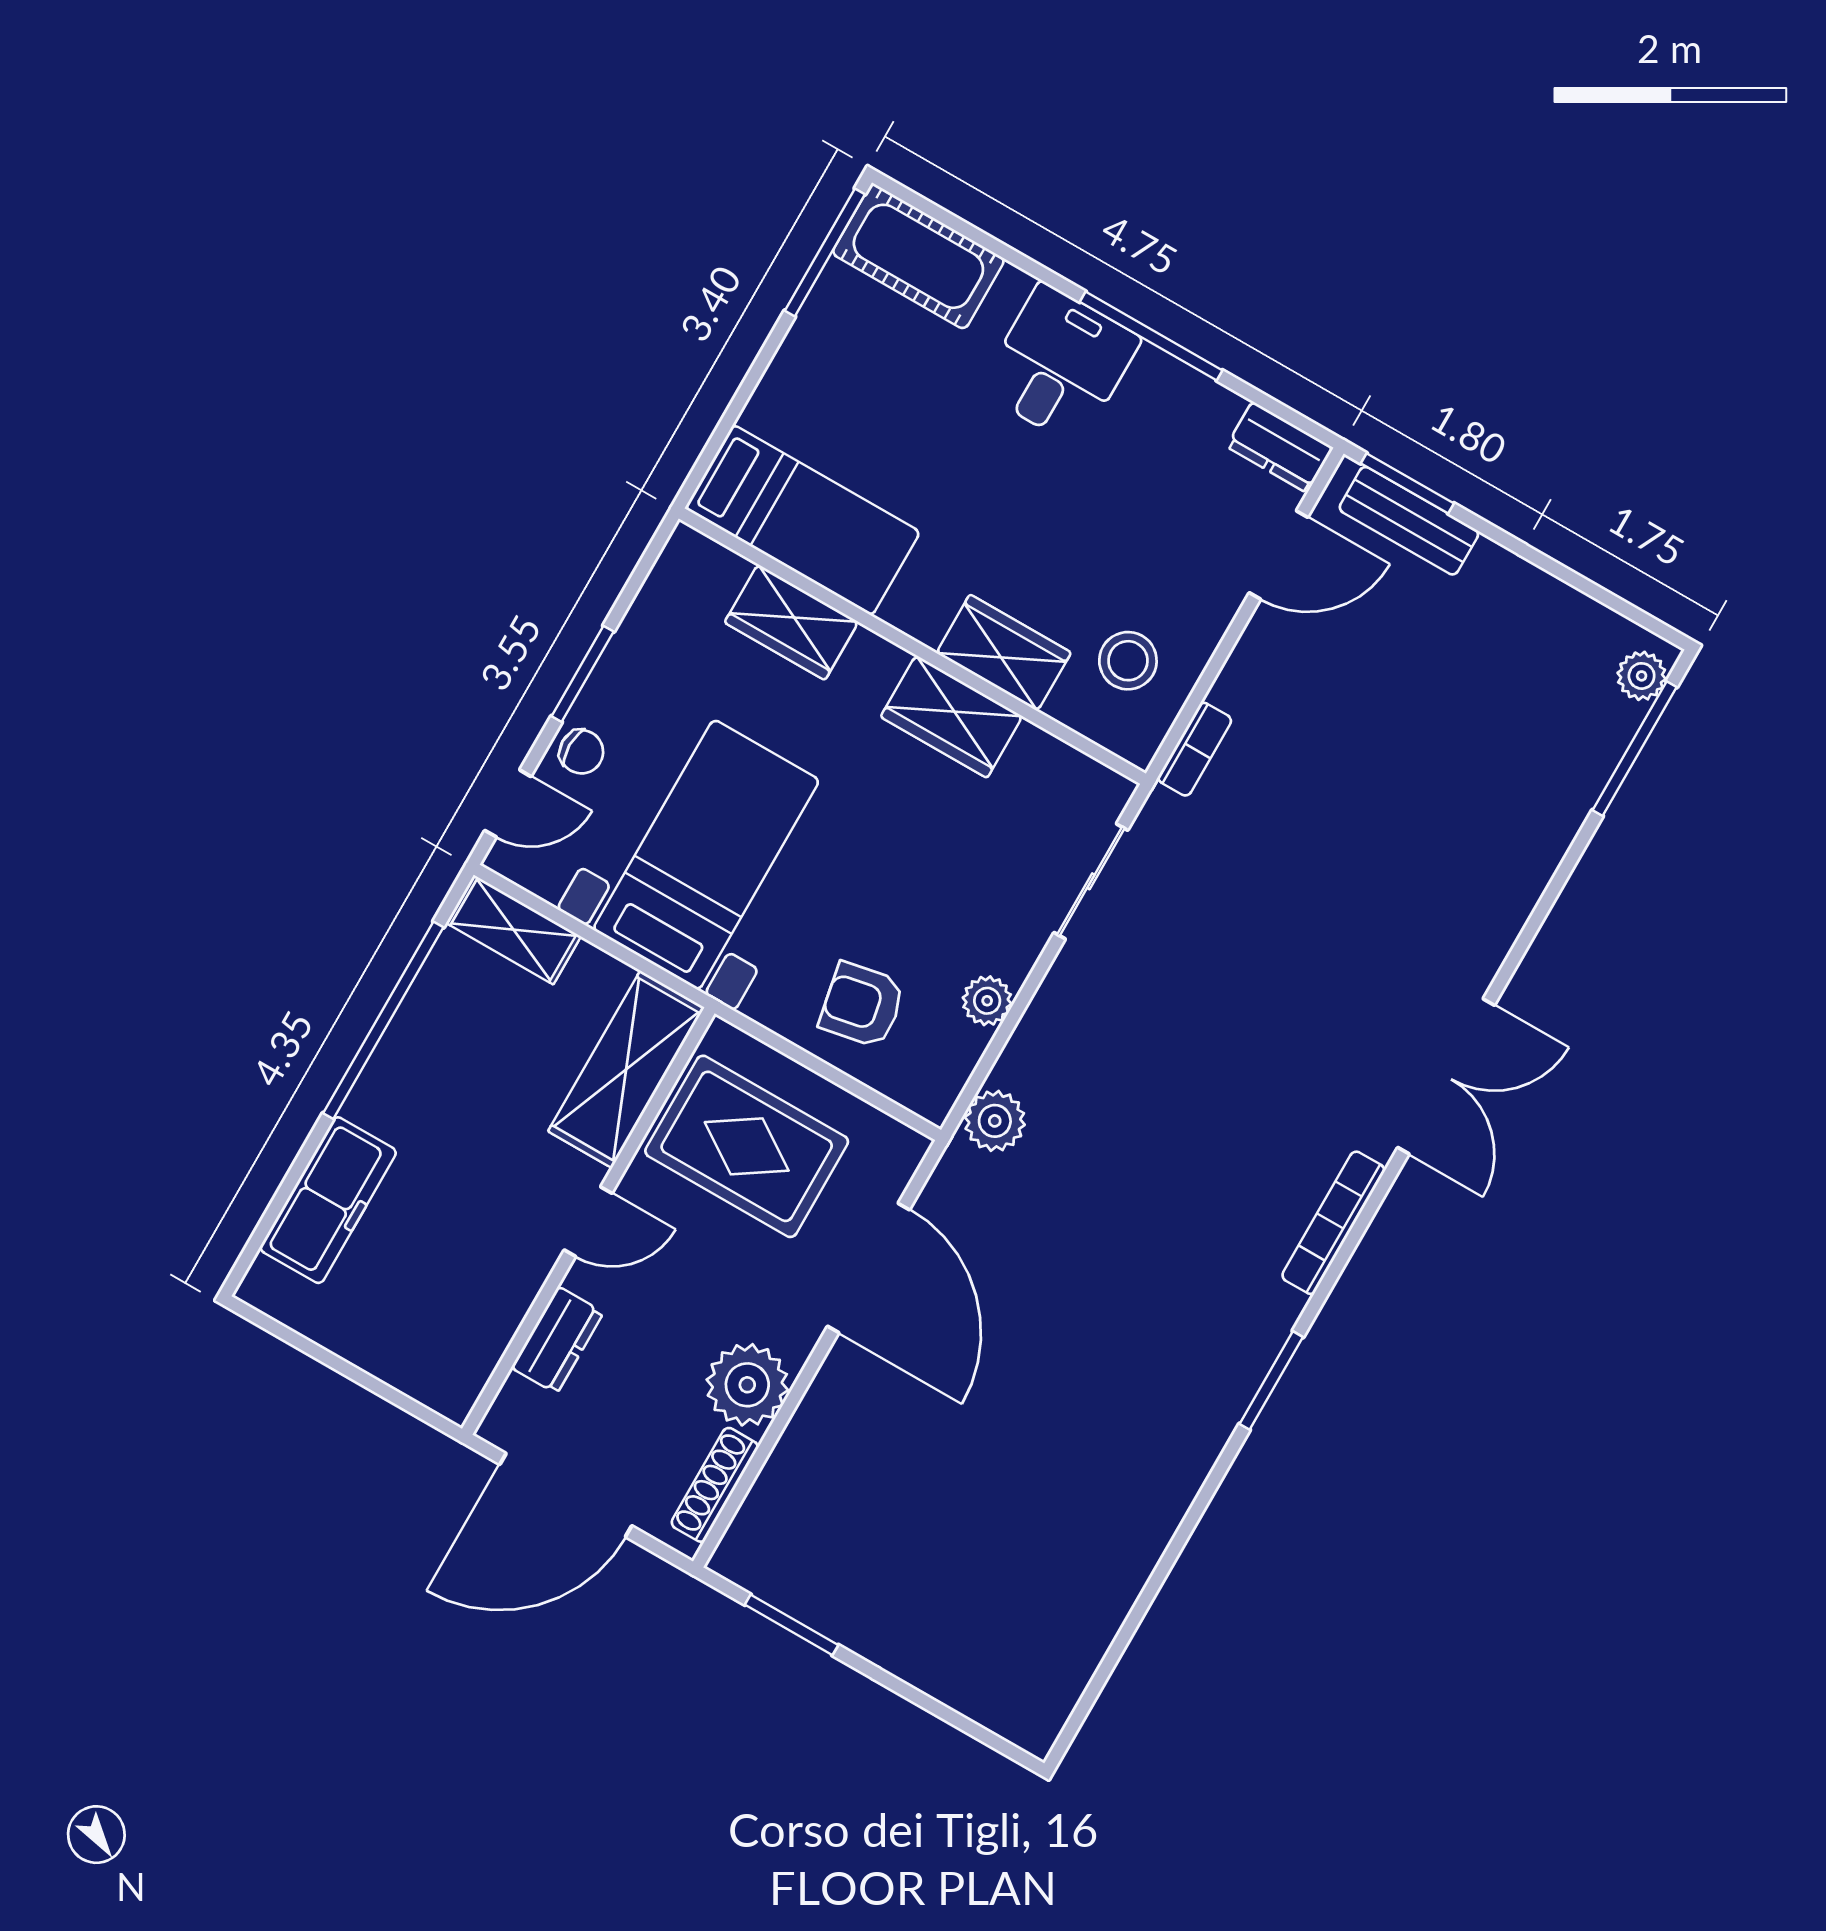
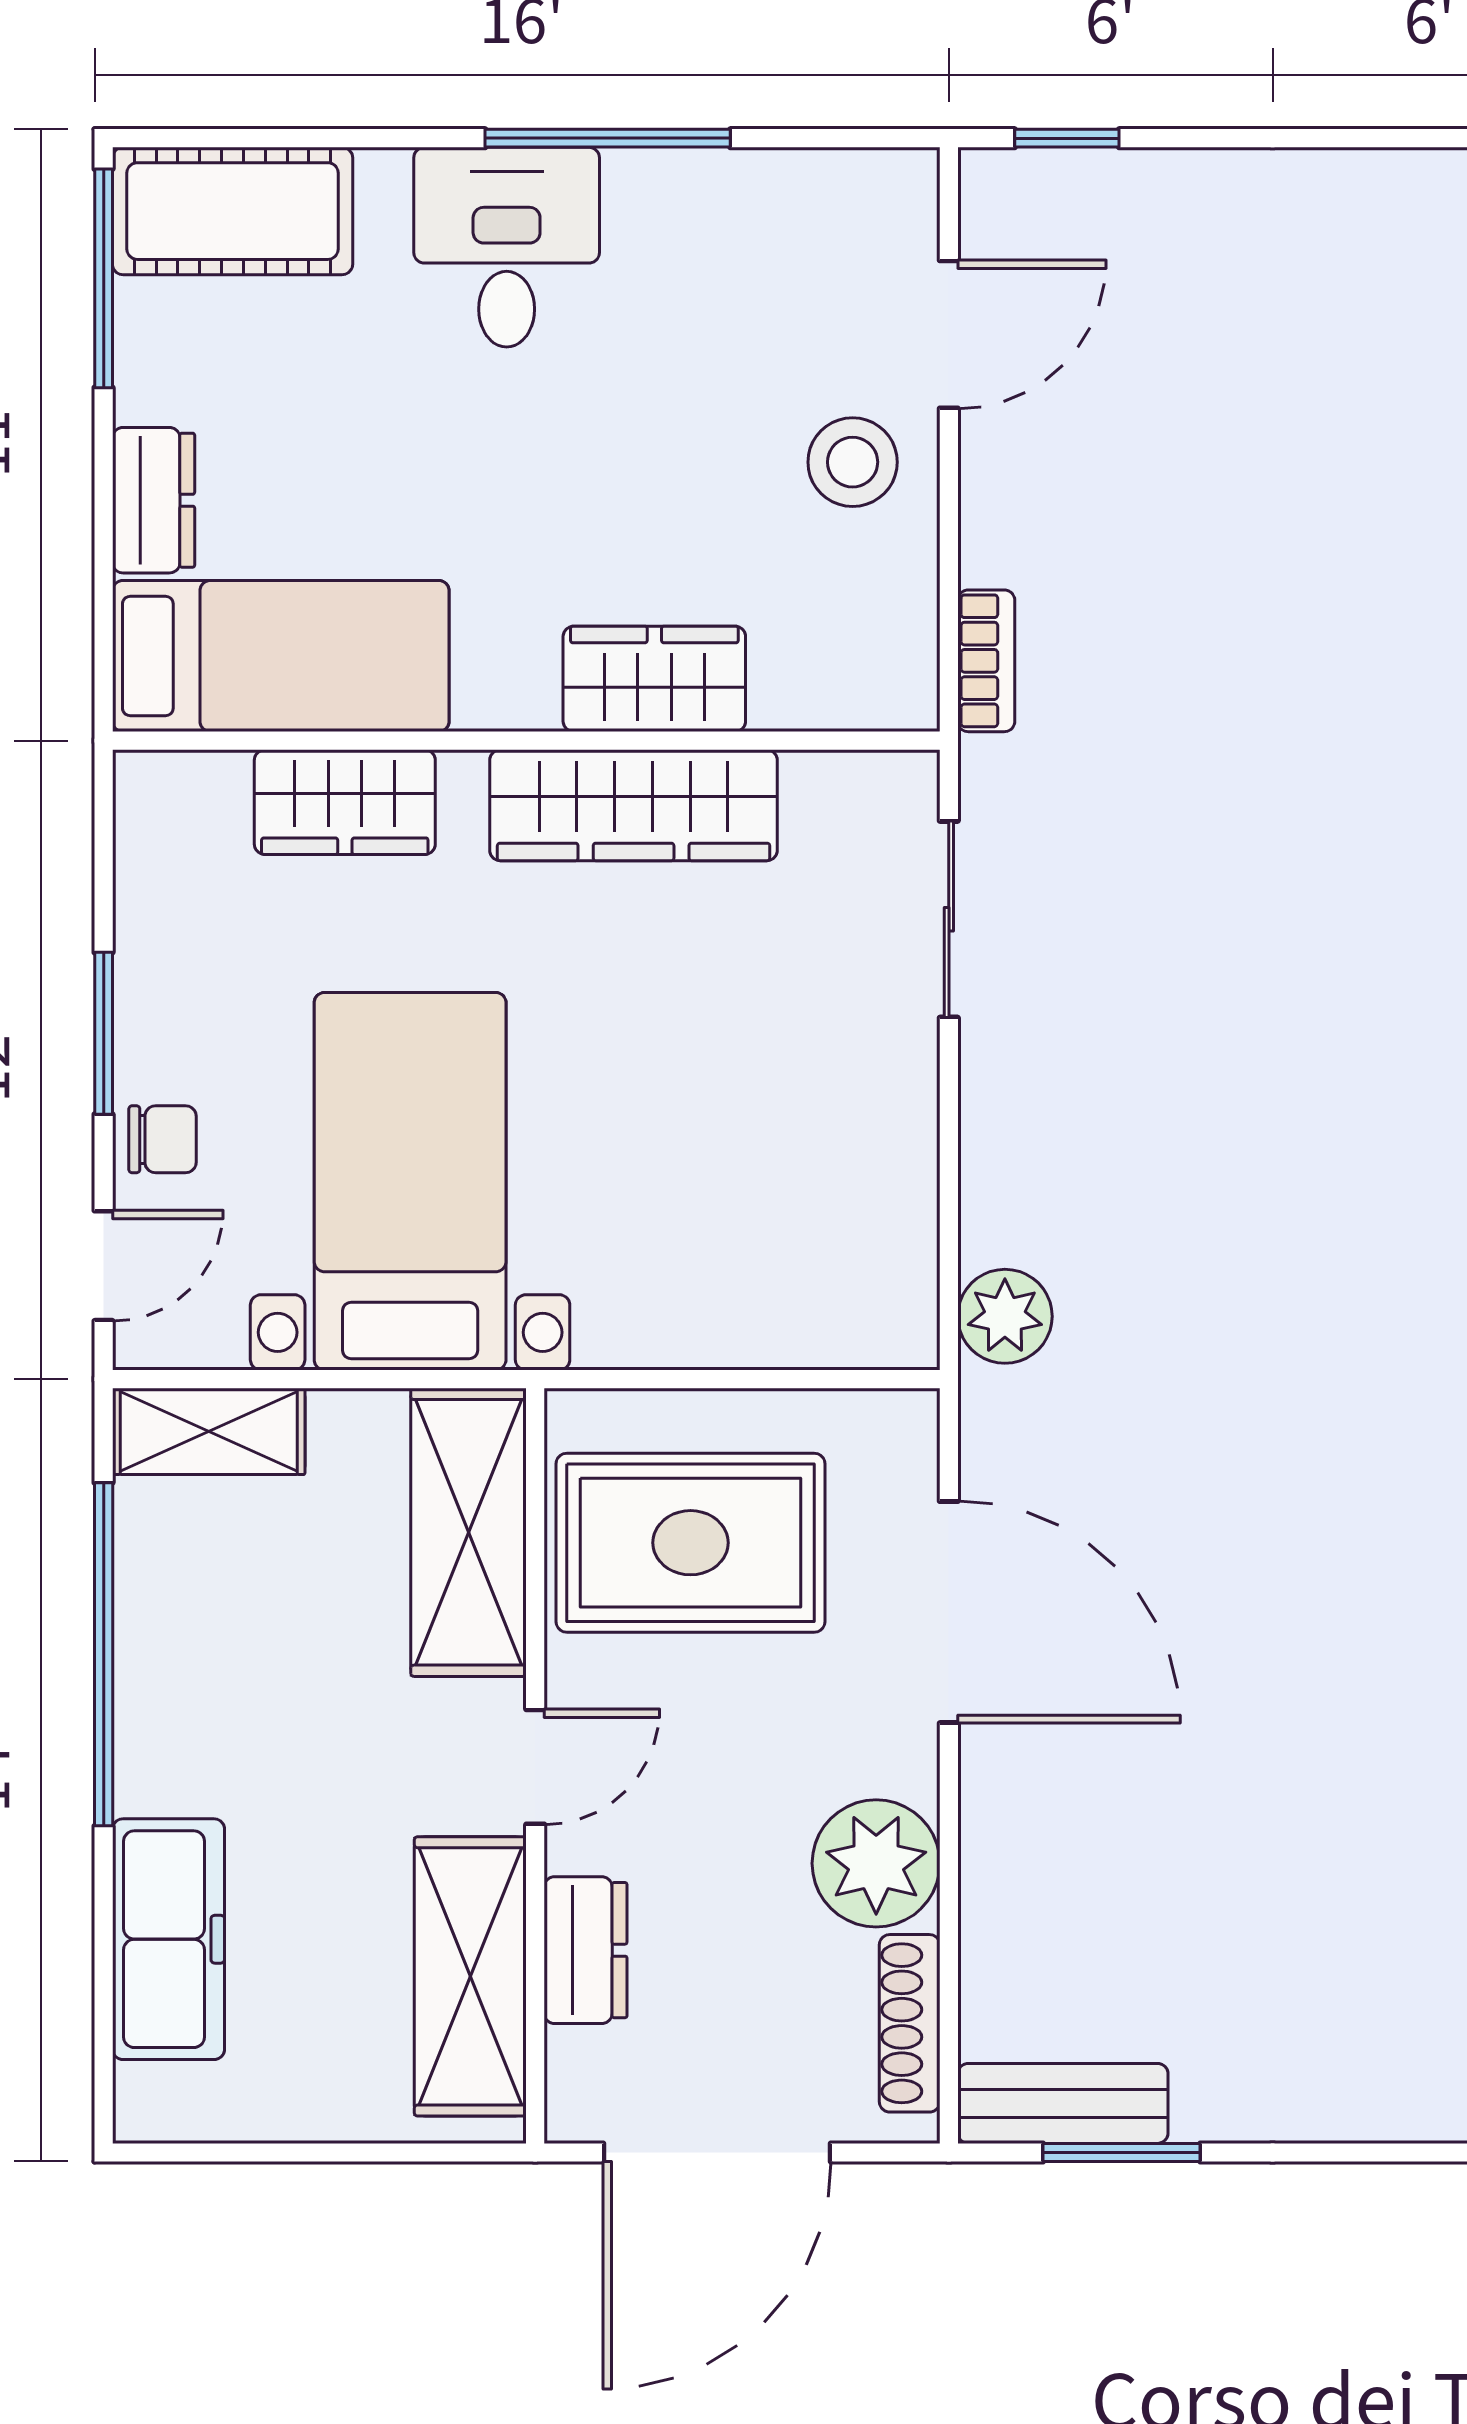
dresser: (1280, 447) -> (154, 500), moved, turned -90
window: (1407, 483) -> (1067, 138), width x0.67
bench: (1409, 521) -> (1063, 2103), moved
stool: (1128, 661) -> (853, 462), moved
wardrobe: (951, 717) -> (634, 805), width x1.50
plant: (987, 1001) -> (902, 1160), removed
armchair: (862, 1005) -> (736, 1263), removed
shelving: (485, 1318) -> (470, 1976), added

